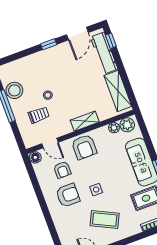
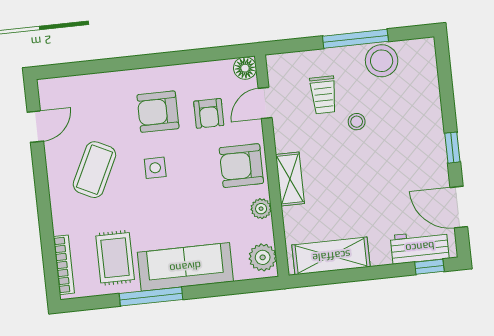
workbench: (104, 53) -> (420, 247), width x0.73
plant: (114, 128) -> (261, 209), moved
armchair: (62, 170) -> (209, 113), turned -90
armchair: (68, 195) -> (158, 112), turned 90

